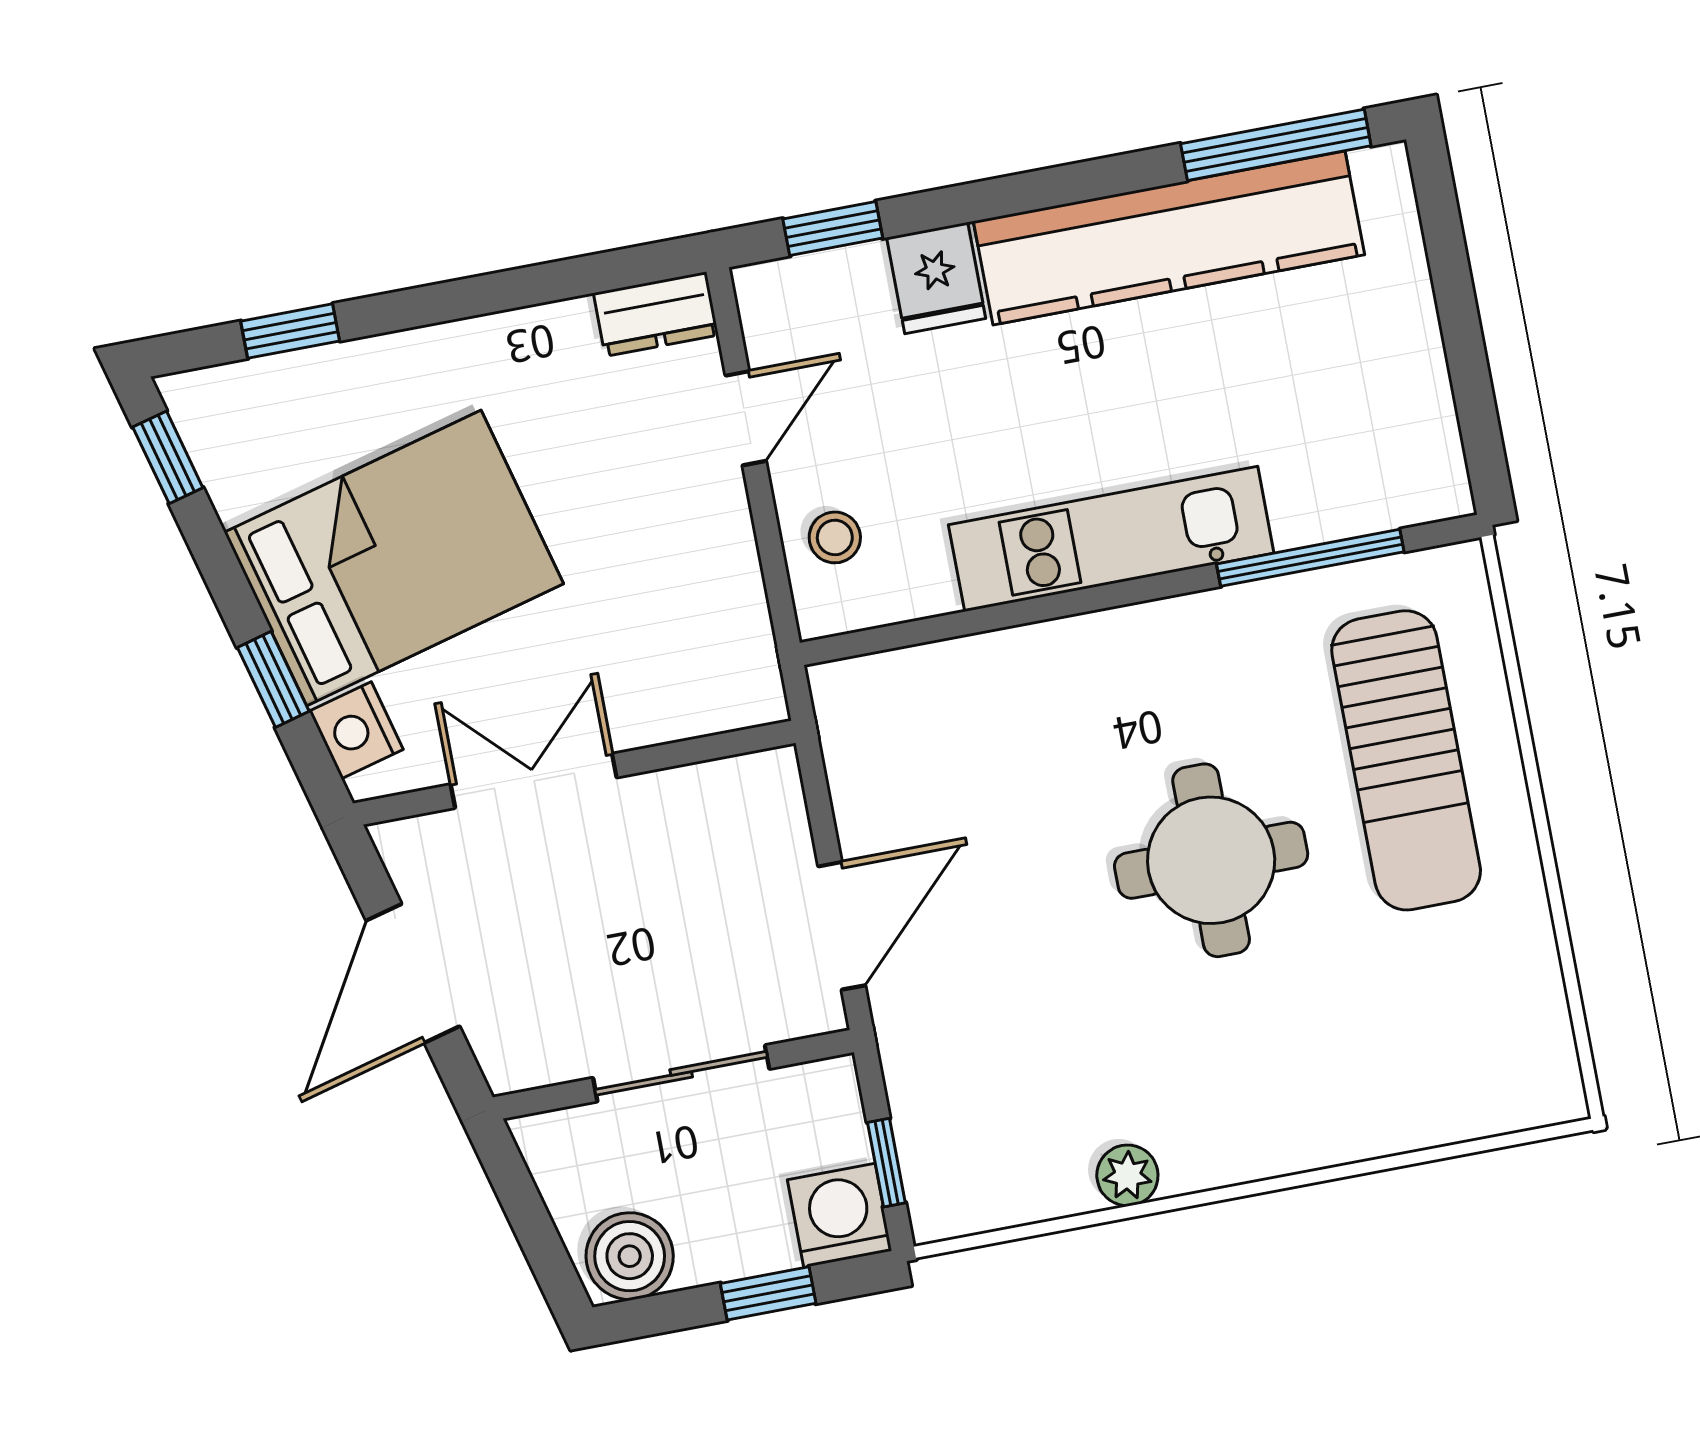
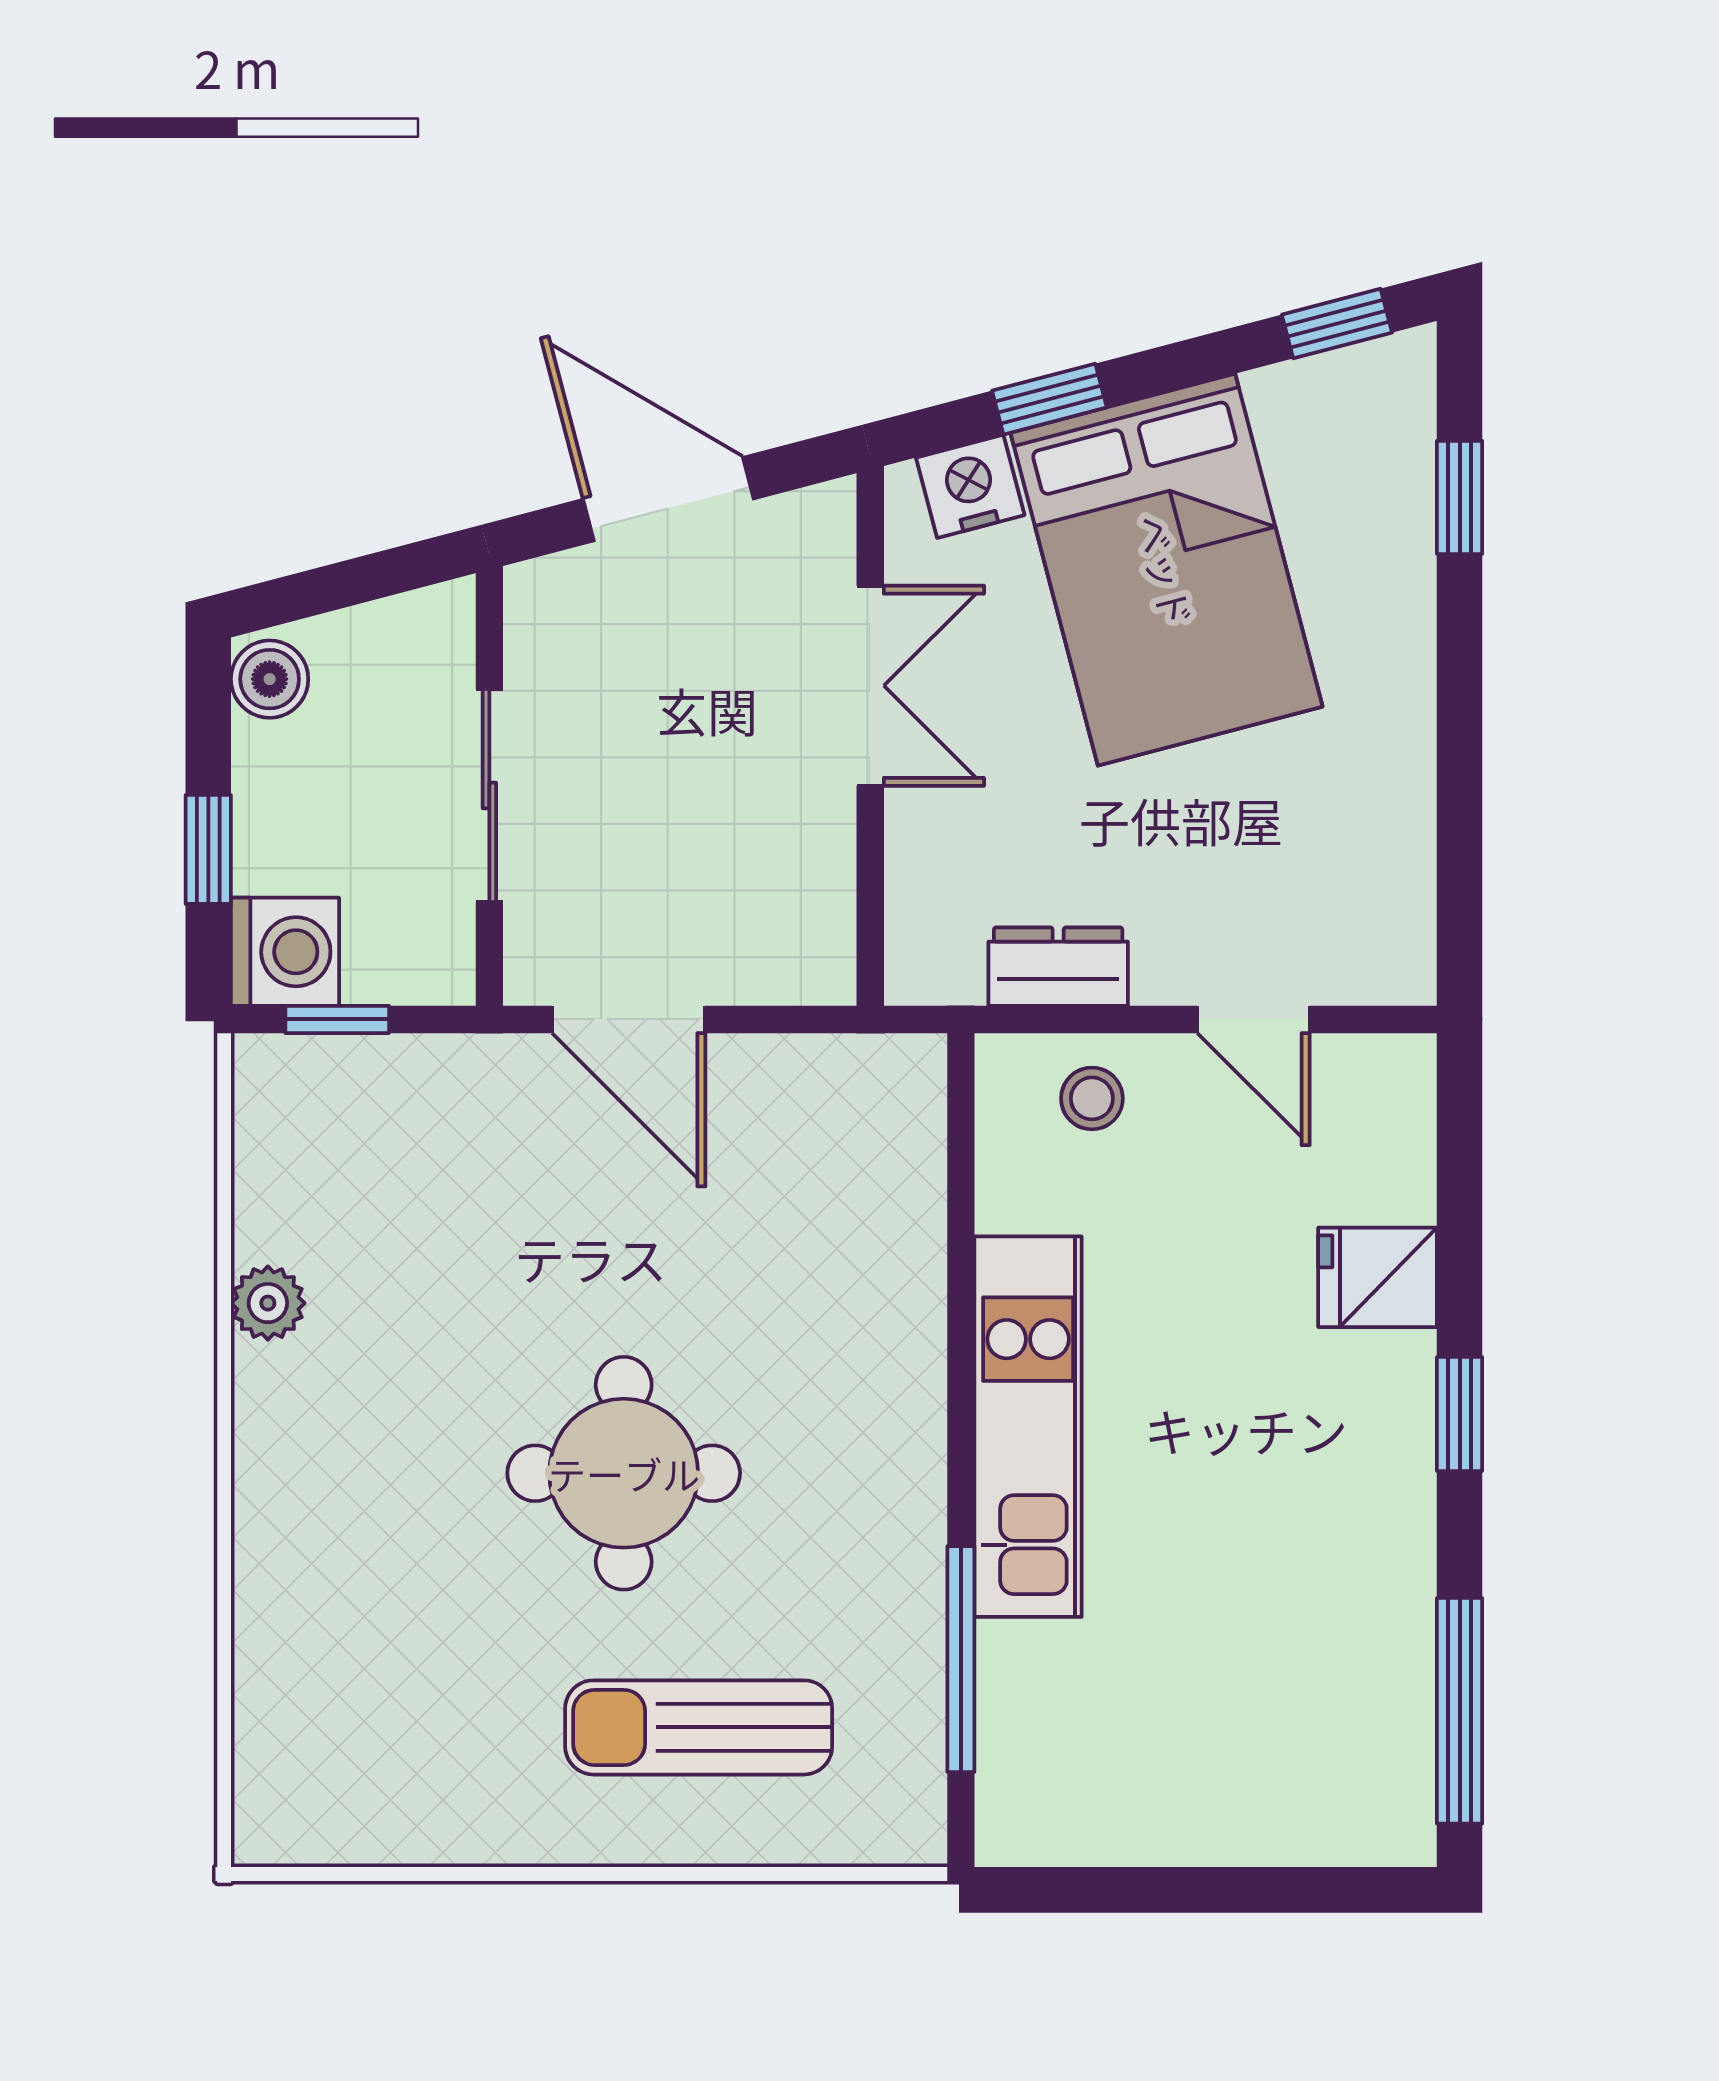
window: (833, 229) -> (1460, 1414), moved
kitchen counter: (1169, 238) -> (1373, 1563), removed
dresser: (656, 314) -> (1058, 967), moved, turned 90
sun lounger: (1406, 760) -> (699, 1727), width x0.73, depth x0.75
boiler: (630, 1256) -> (270, 679), width x0.73, depth x0.73

